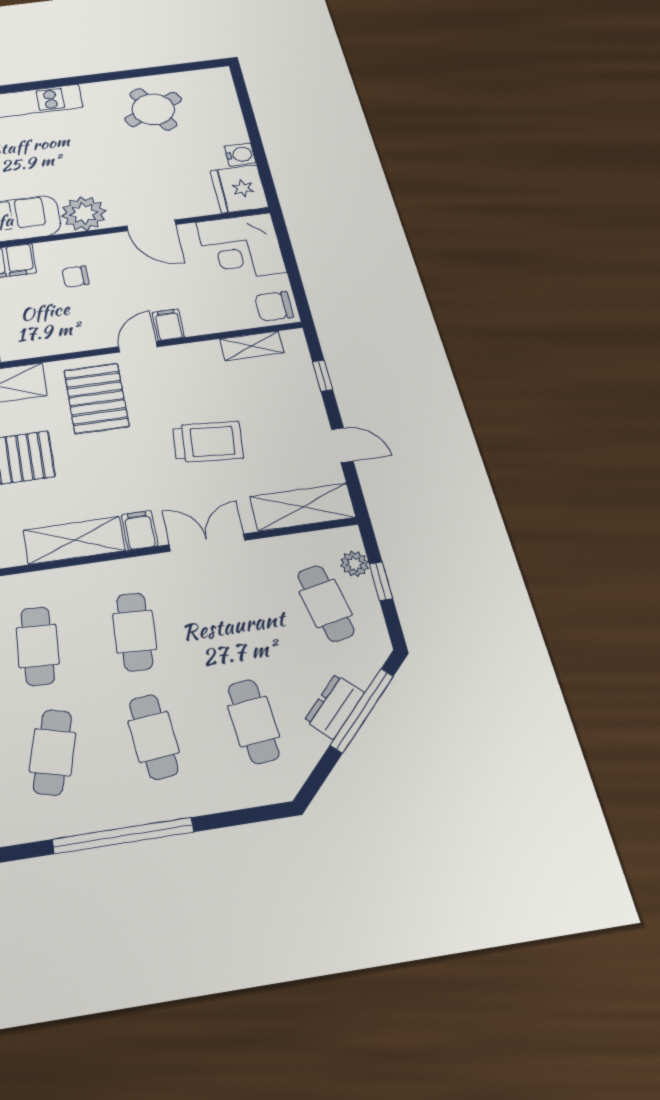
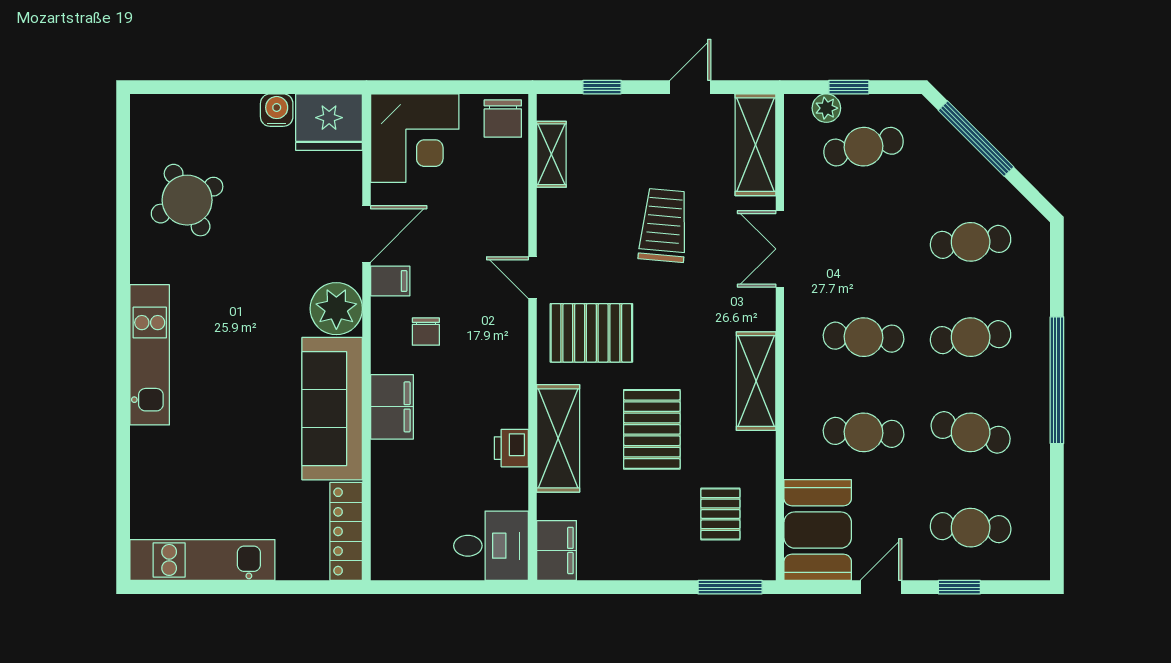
filing cabinet: (168, 325) -> (390, 281), moved, turned 180
filing cabinet: (140, 530) -> (755, 314), removed
dresser: (334, 707) -> (968, 163), removed

